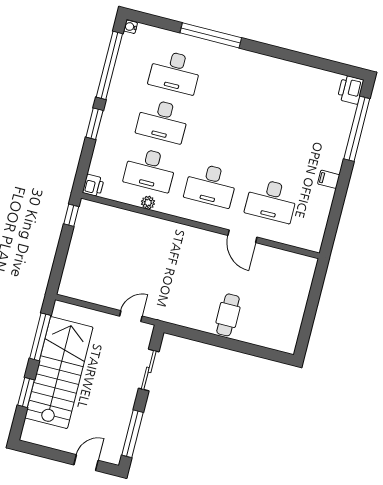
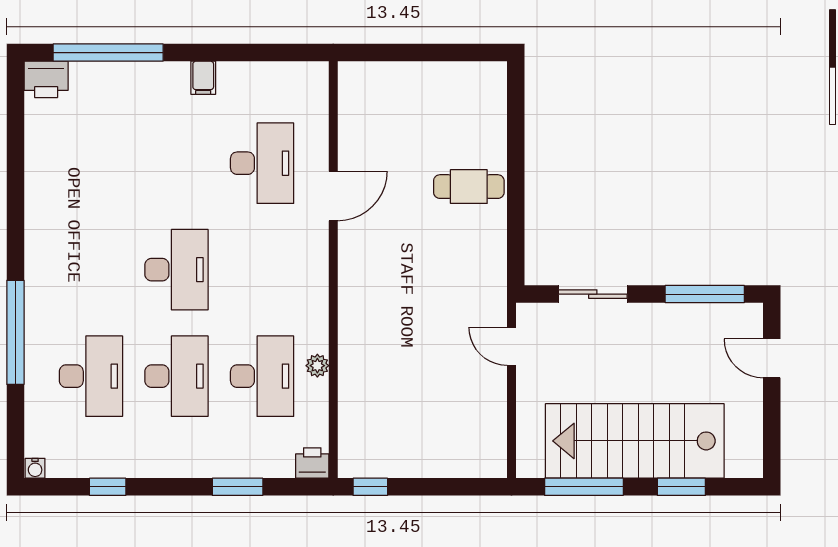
window: (109, 65) -> (108, 487), width x0.32
window: (94, 124) -> (238, 487), moved
desk: (211, 185) -> (176, 270), moved

